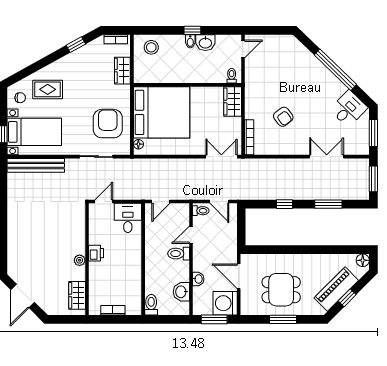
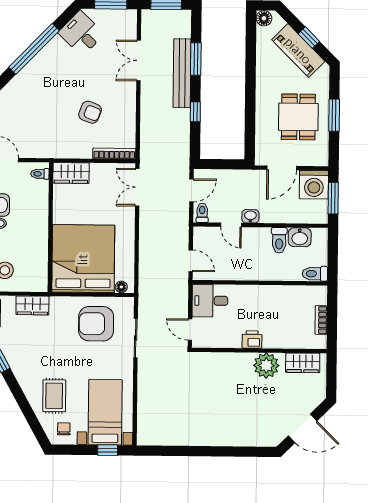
armchair: (283, 117) -> (90, 112), turned 58
bench: (36, 165) -> (182, 73), moved
toilet: (179, 254) -> (279, 240), moved
plant: (80, 260) -> (266, 365), width x1.88, depth x1.88
washbasin: (198, 279) -> (250, 216), moved

